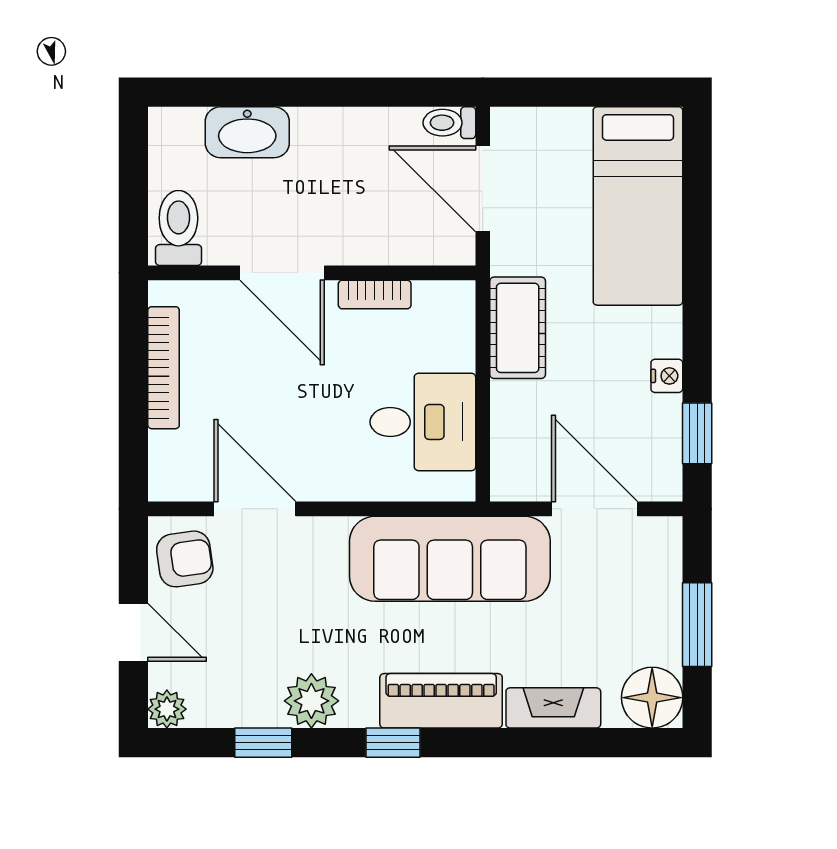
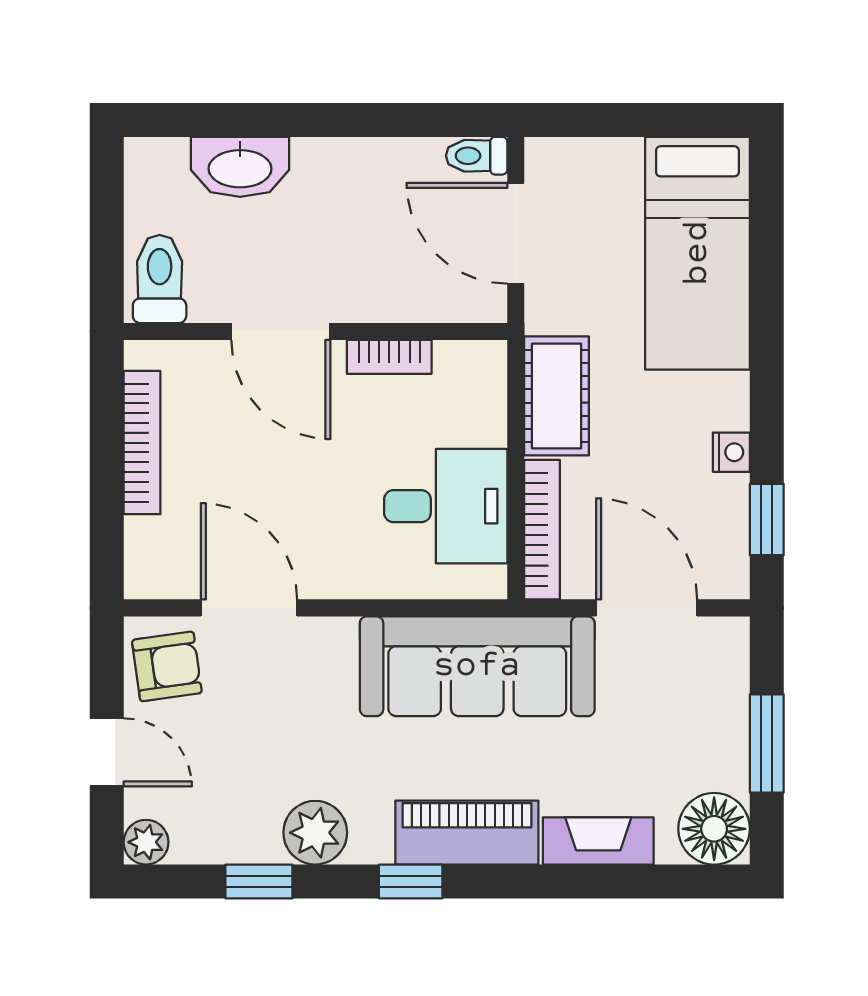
bookcase: (505, 442) -> (542, 530), added

